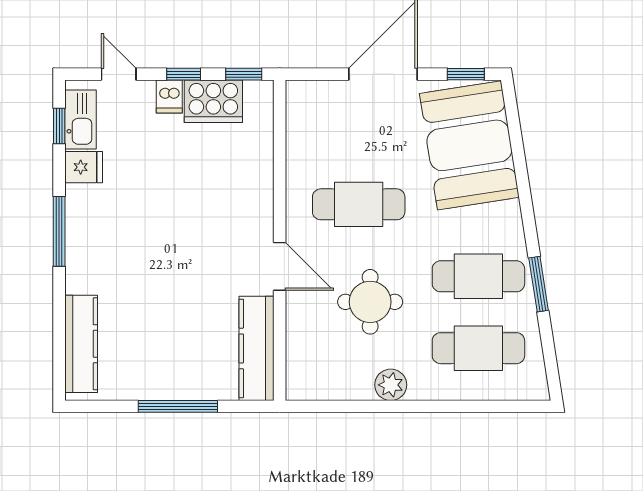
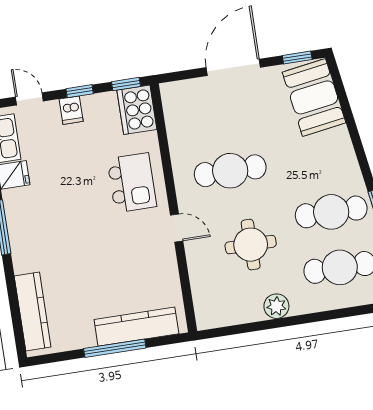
cooker: (213, 101) -> (137, 110), moved, turned 90
booth: (469, 145) -> (314, 97), width x0.73, depth x0.70
kitchen island: (232, 200) -> (132, 183), added
door: (280, 266) -> (177, 228), width x0.73
kitchen counter: (257, 348) -> (136, 327), moved, turned 90

